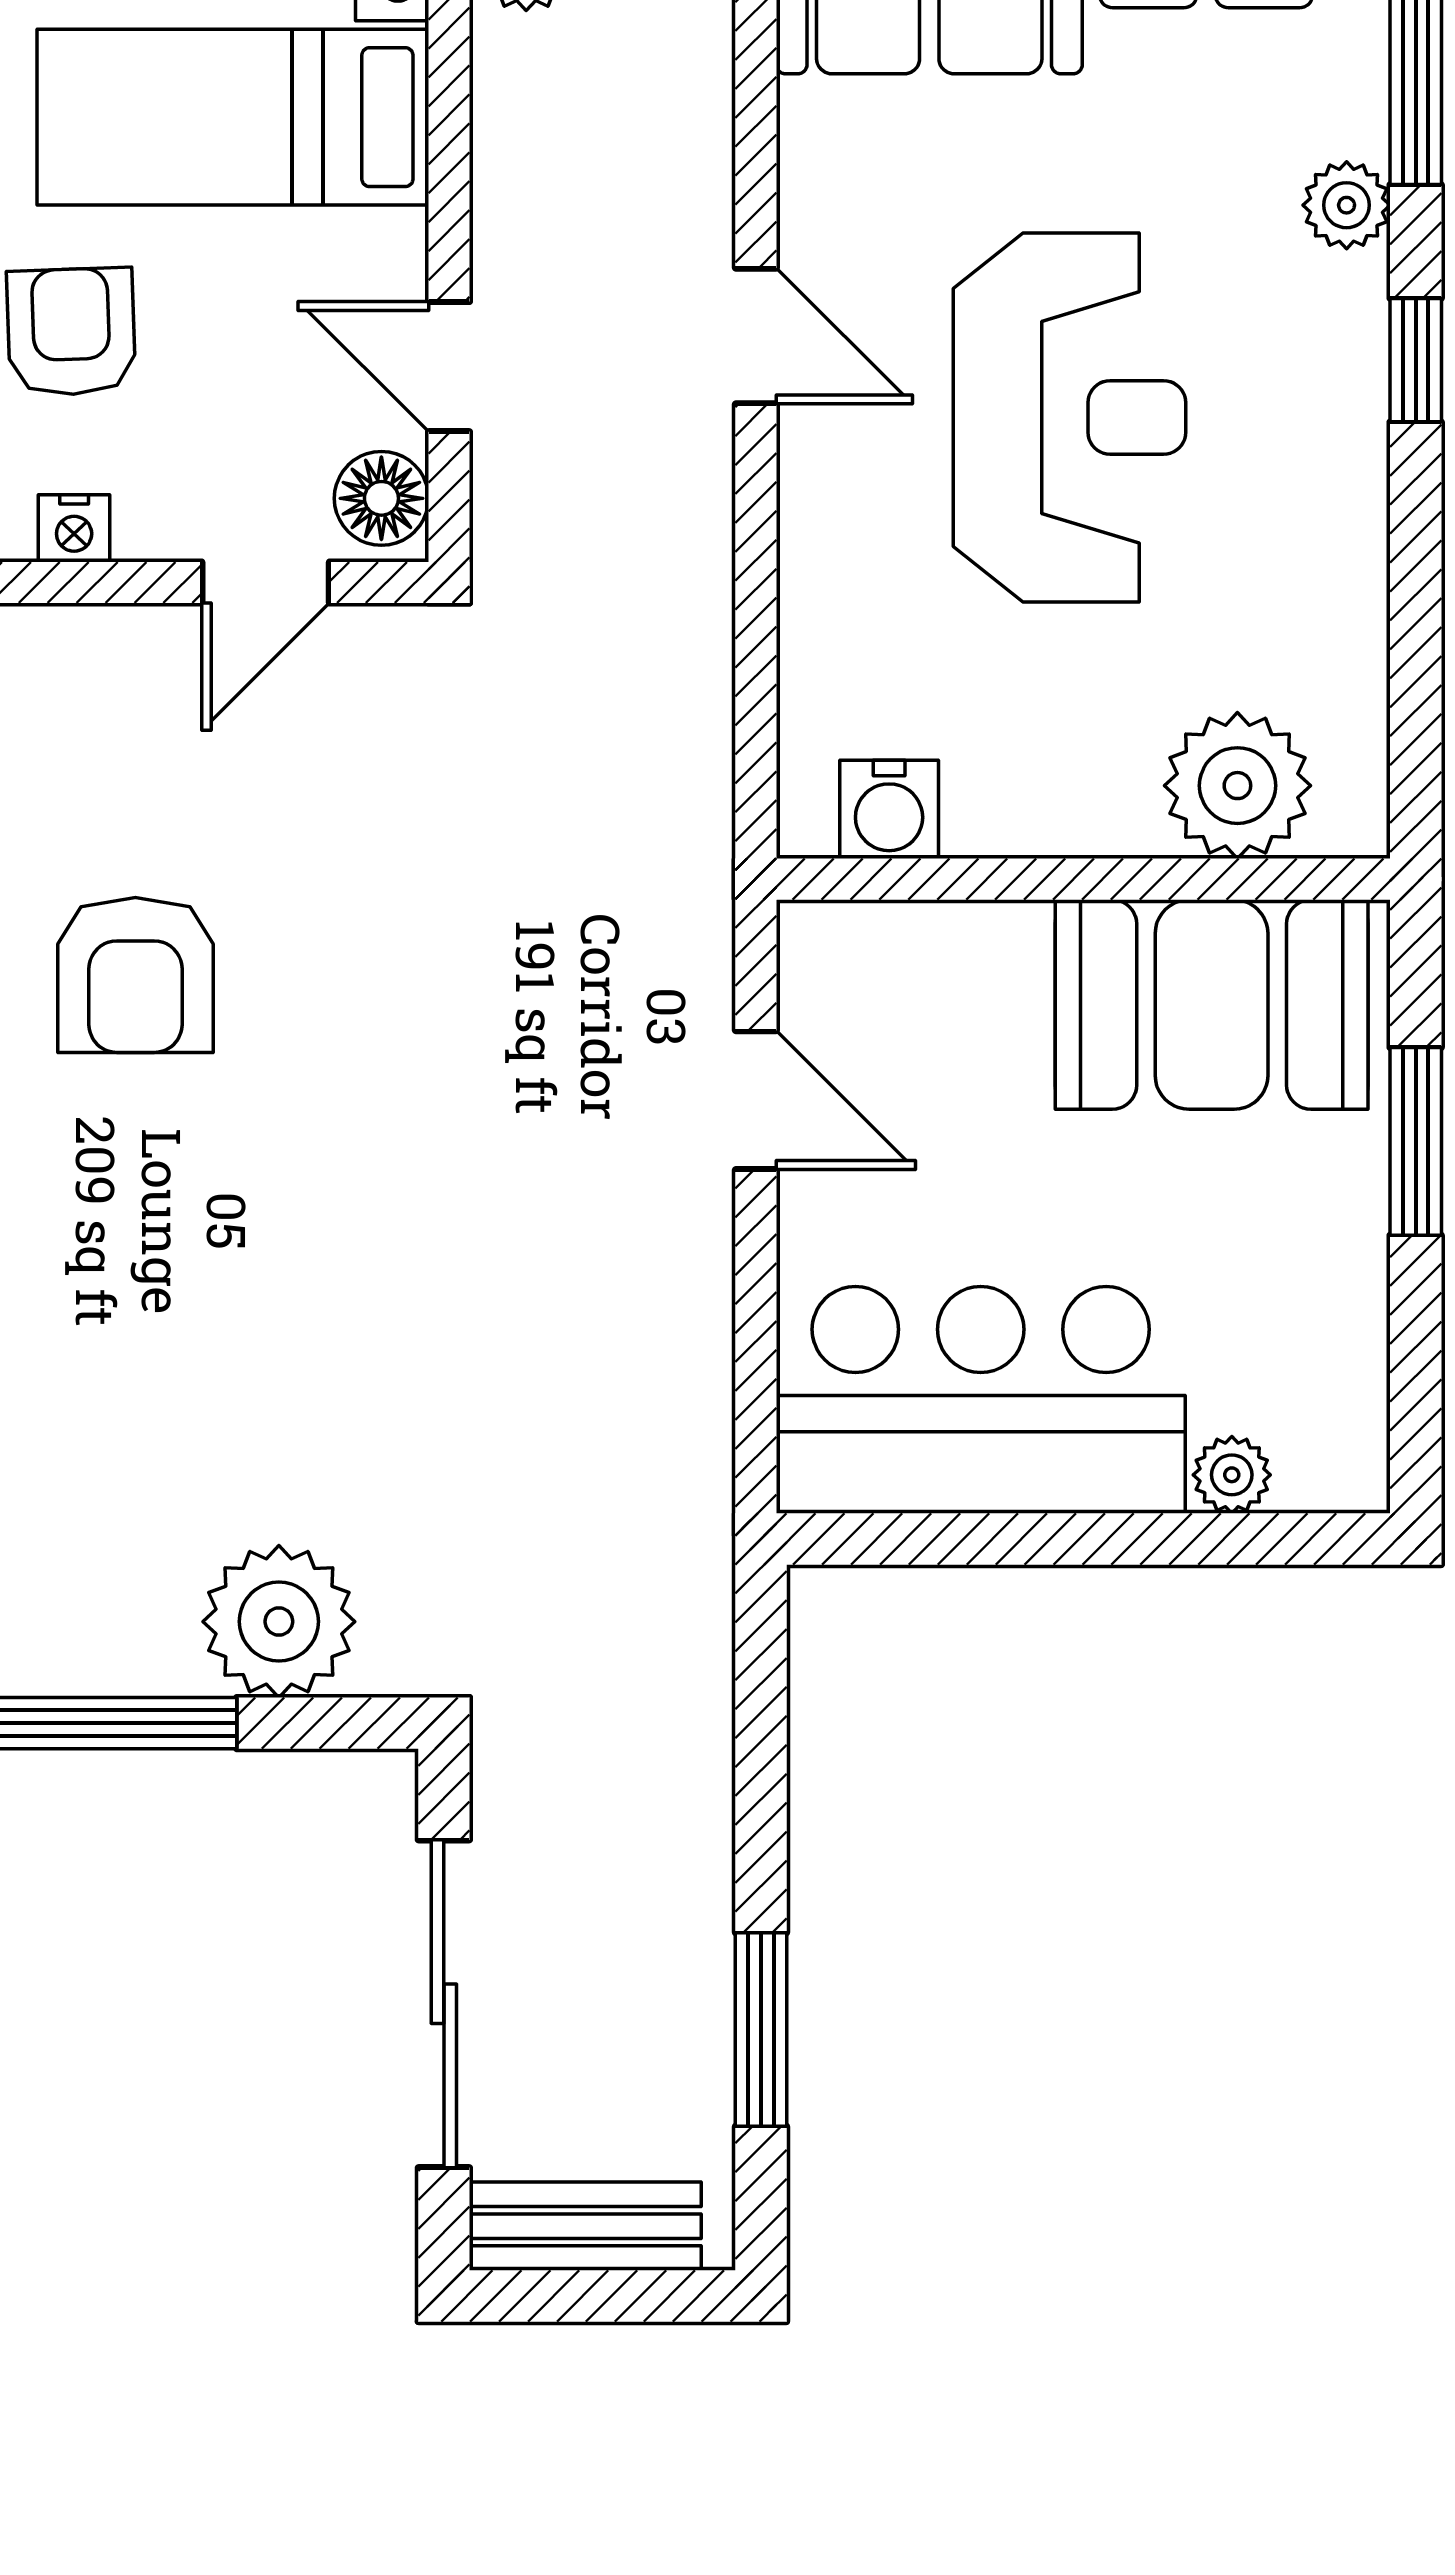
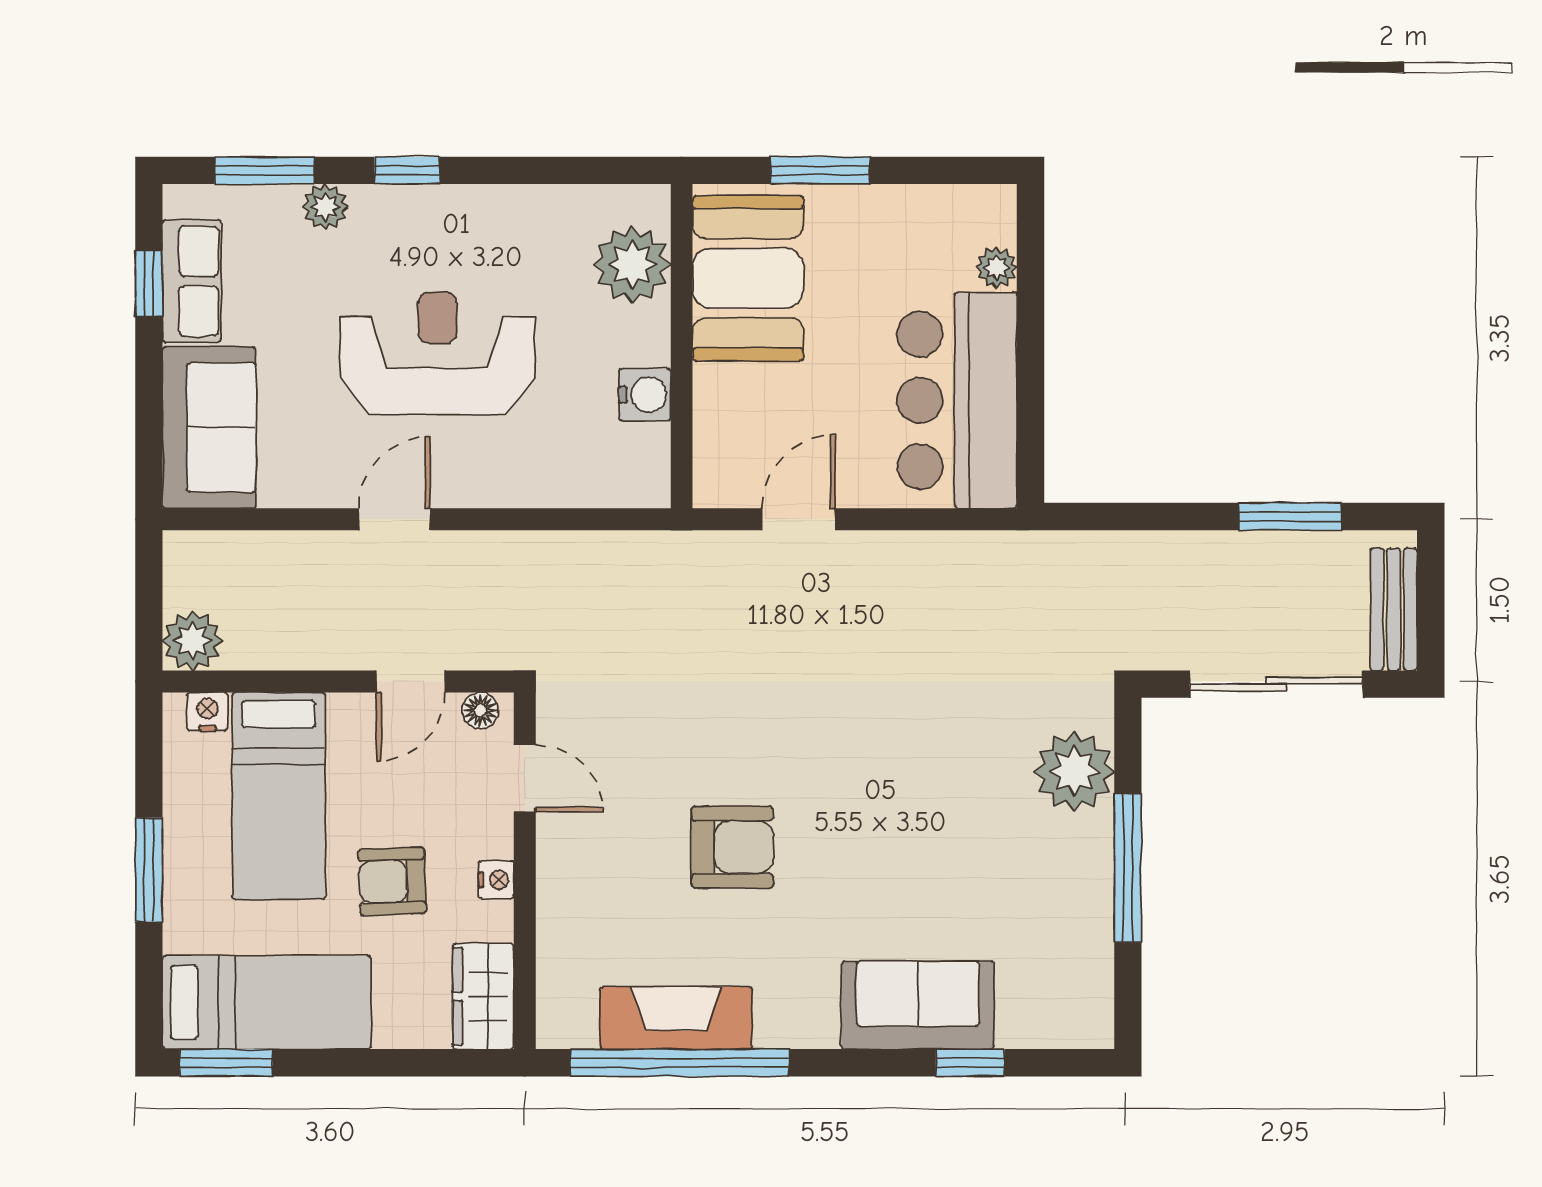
floor lamp: (381, 498) -> (480, 710), width x0.73, depth x0.73
water cooler: (889, 809) -> (645, 395), moved

